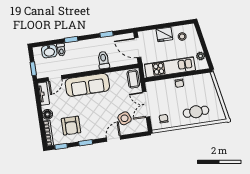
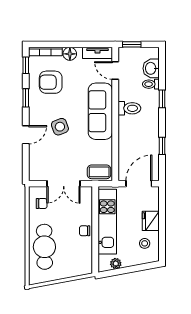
toilet: (103, 60) -> (129, 108), moved
double door: (146, 104) -> (64, 184), swing flipped
cafe table: (196, 112) -> (44, 247), width x1.37, depth x1.35
side table: (125, 118) -> (60, 127), moved
door: (114, 139) -> (26, 135), hinge flipped

